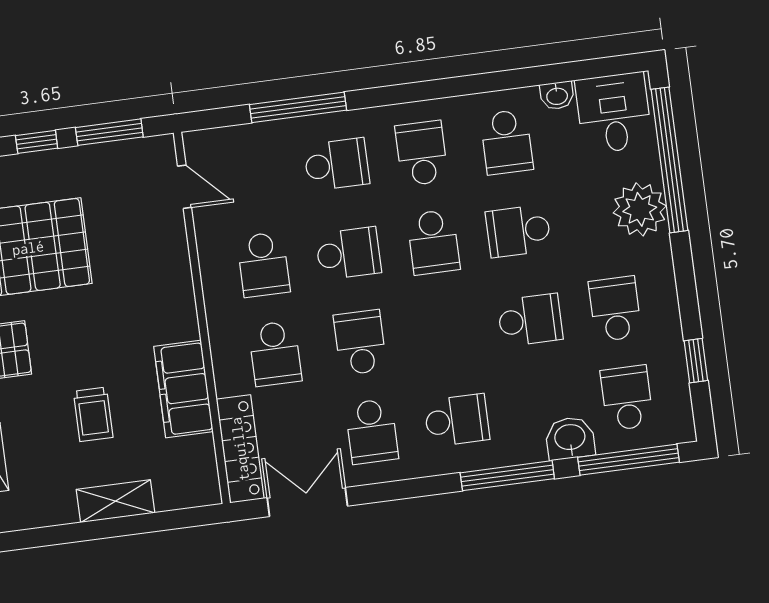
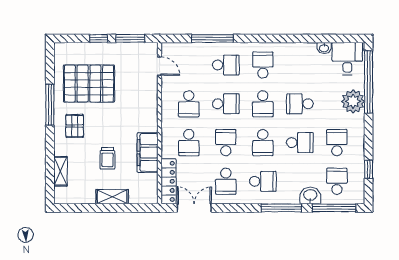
school desk: (507, 142) -> (263, 143), moved

